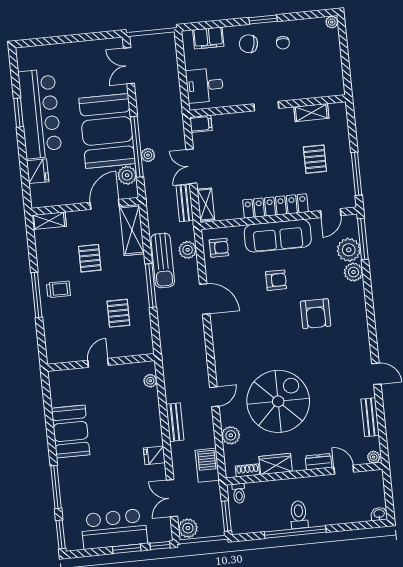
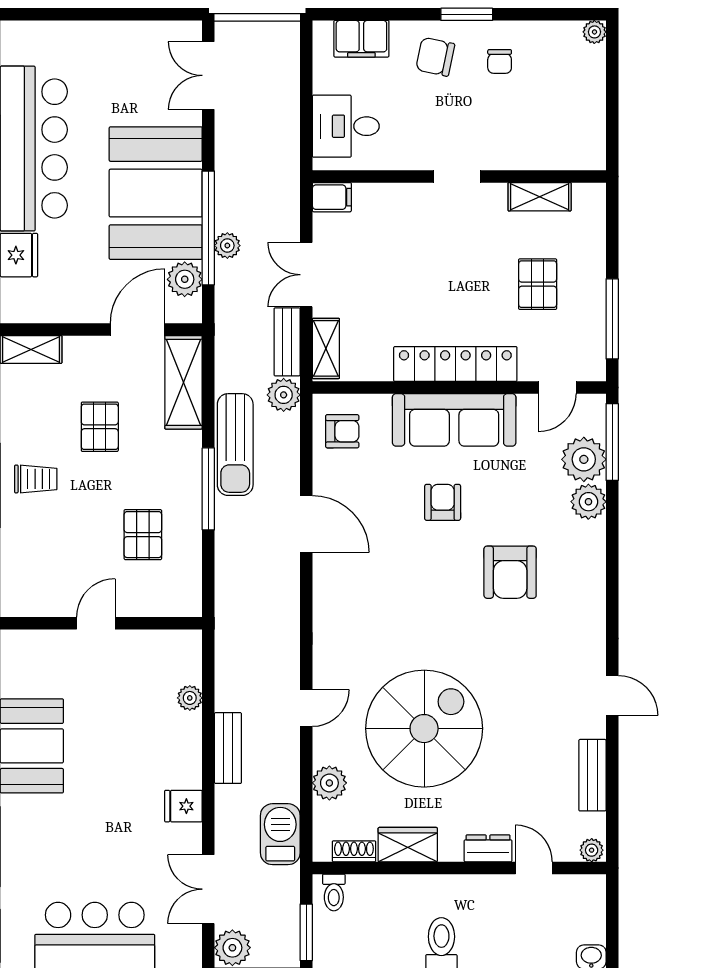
plant: (188, 250) -> (284, 395), moved
armchair: (276, 280) -> (443, 502), turned -90
plant: (150, 381) -> (190, 698), moved

